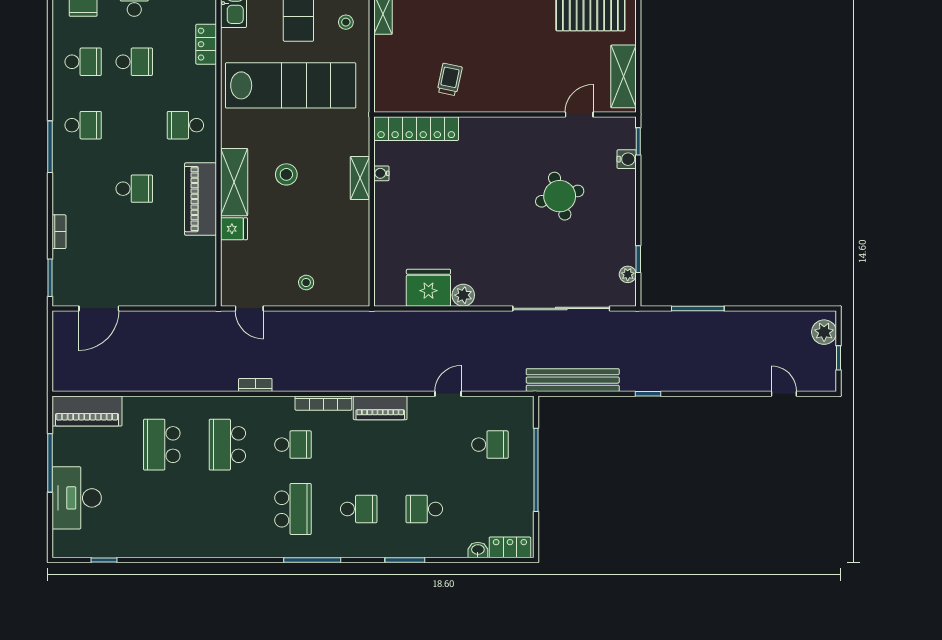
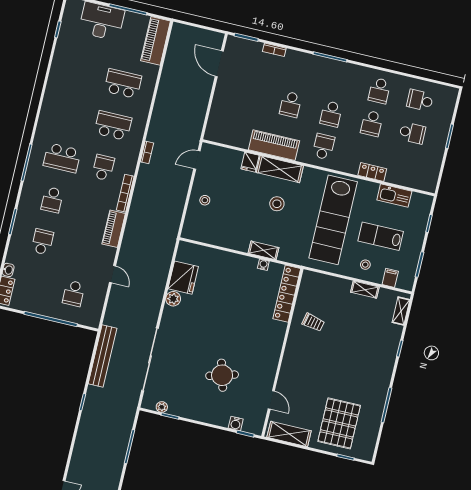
school desk: (83, 125) -> (331, 114), moved
school desk: (293, 445) -> (103, 168), turned 180

